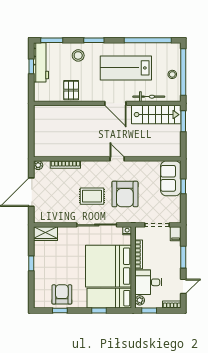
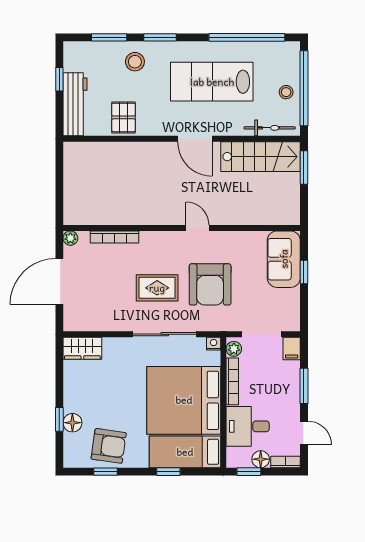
window: (52, 40) -> (109, 37), moved
workbench: (41, 62) -> (75, 104), moved
bicycle: (149, 97) -> (270, 128), moved
window: (31, 263) -> (59, 419), moved
floor lamp: (39, 280) -> (72, 423), added
door: (183, 286) -> (304, 433), hinge flipped
armchair: (62, 294) -> (109, 446), turned 98
plant: (140, 300) -> (234, 349), moved
floor lamp: (156, 303) -> (261, 459), added

